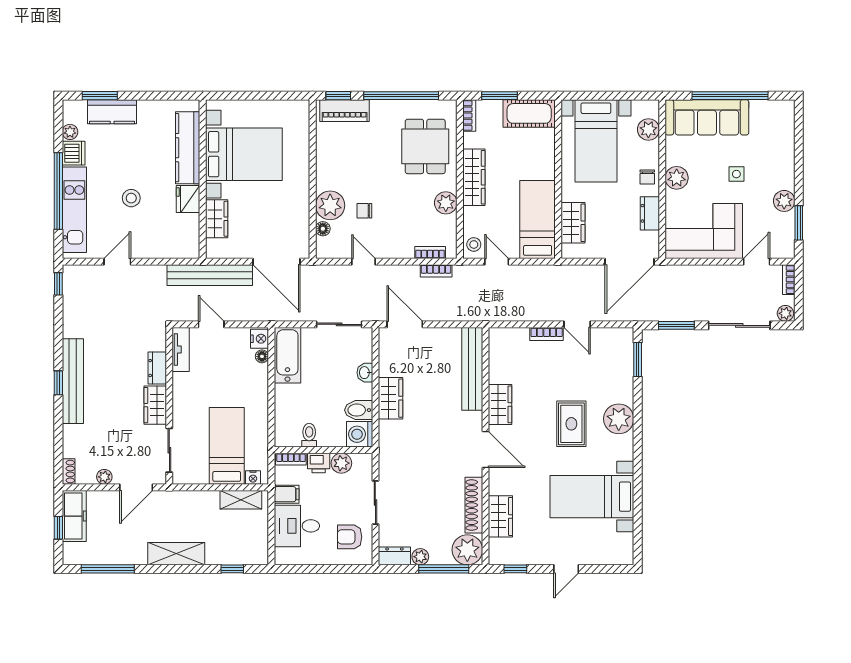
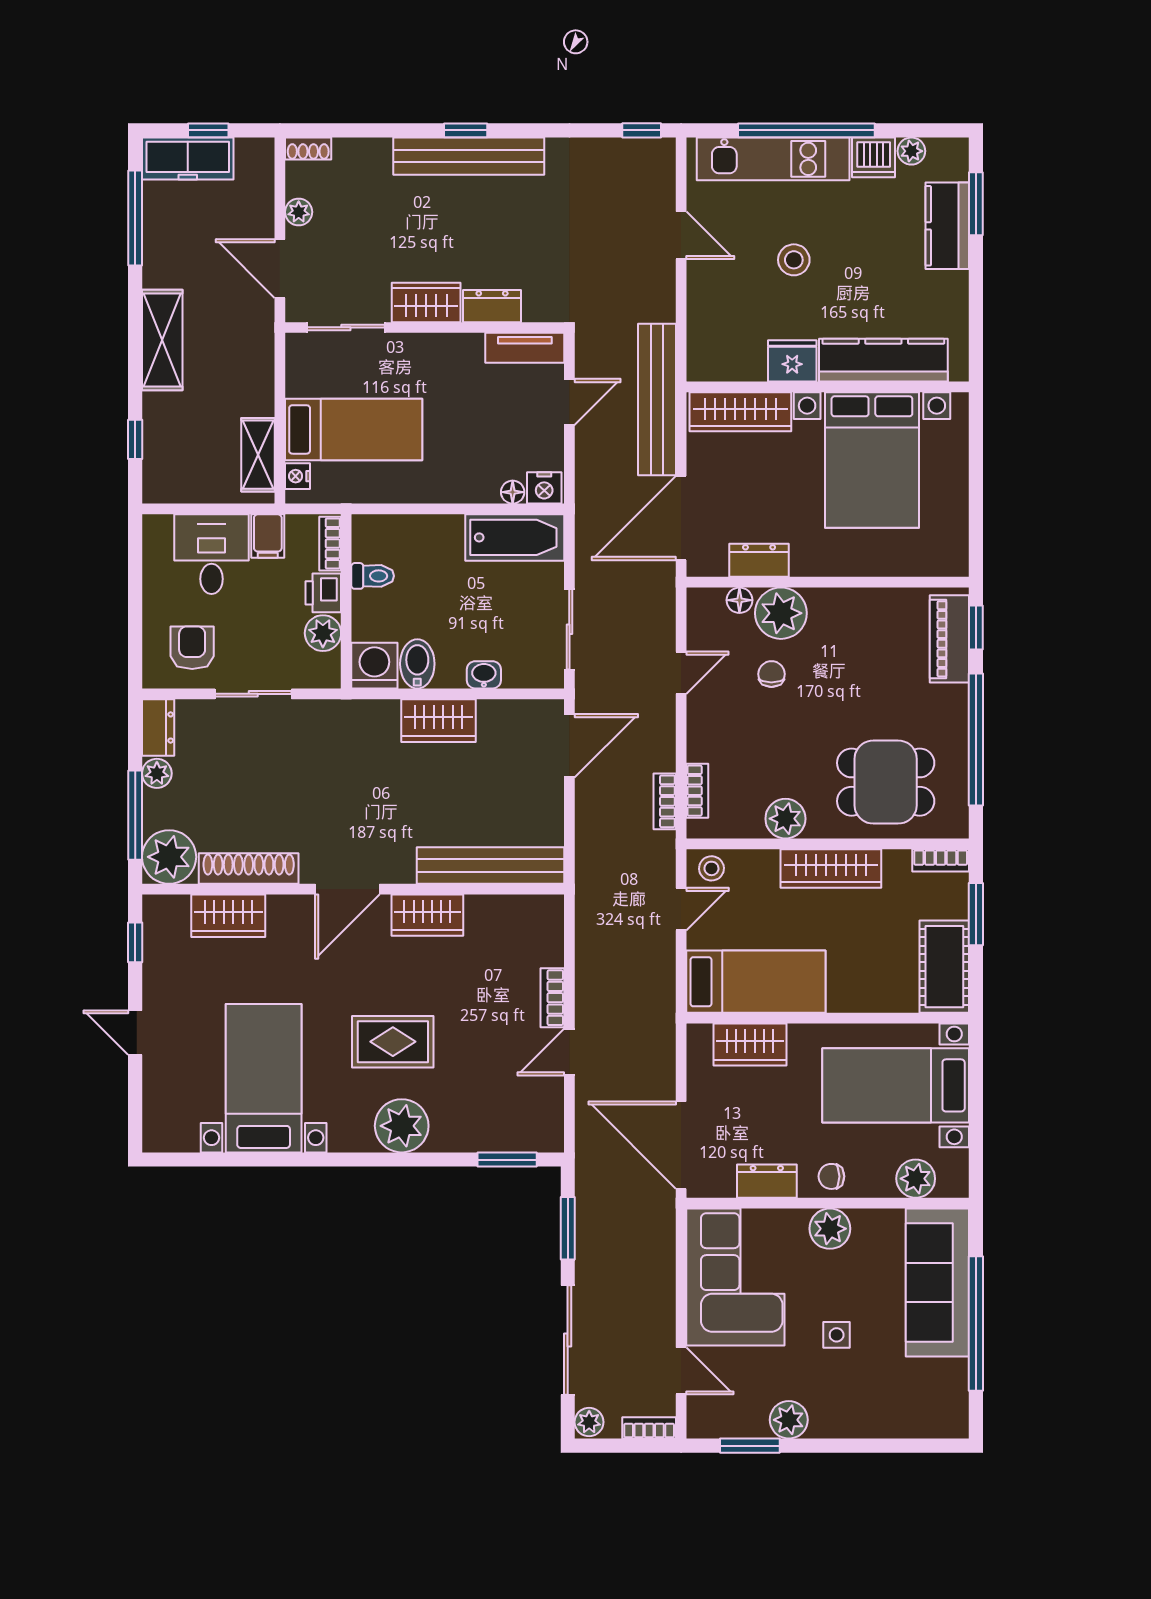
dresser: (300, 218) -> (759, 560), added
wardrobe: (217, 219) -> (740, 412), width x1.50
freezer: (74, 516) -> (188, 159), moved

